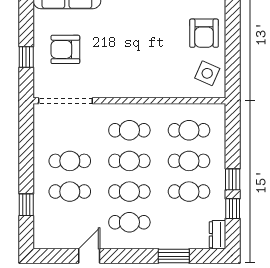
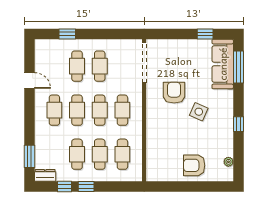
armchair: (65, 49) -> (174, 93), moved
window: (26, 57) -> (205, 34), moved
side table: (207, 73) -> (199, 112), moved
window: (174, 256) -> (29, 156), moved

